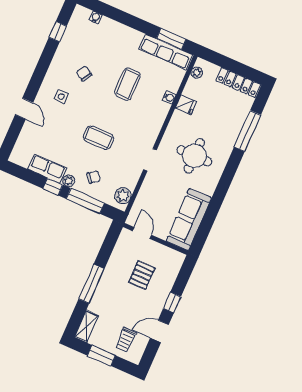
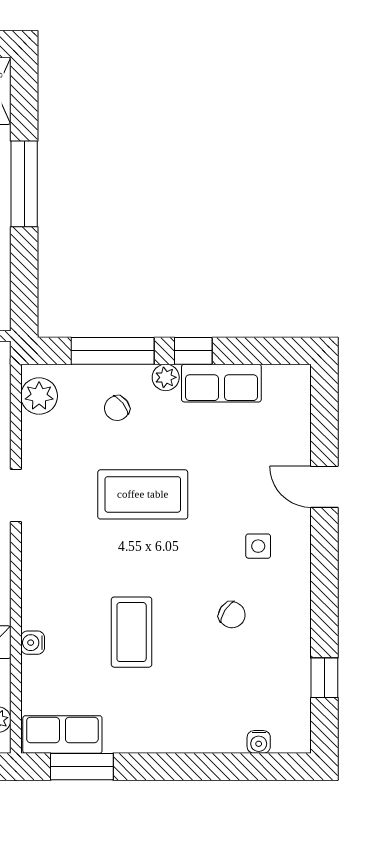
row of seats: (166, 52) -> (62, 735), width x0.68
coffee table: (99, 138) -> (143, 494), width x1.36, depth x1.32

